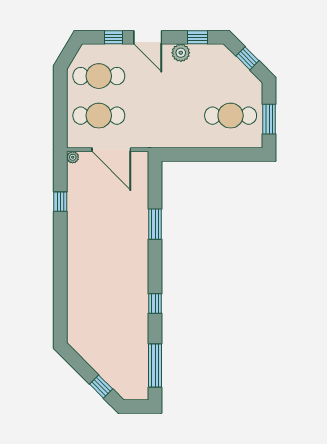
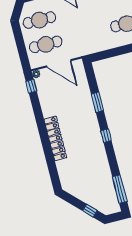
window: (60, 202) -> (31, 86), moved
locker: (77, 263) -> (55, 138), added
window: (155, 304) -> (106, 136), moved

